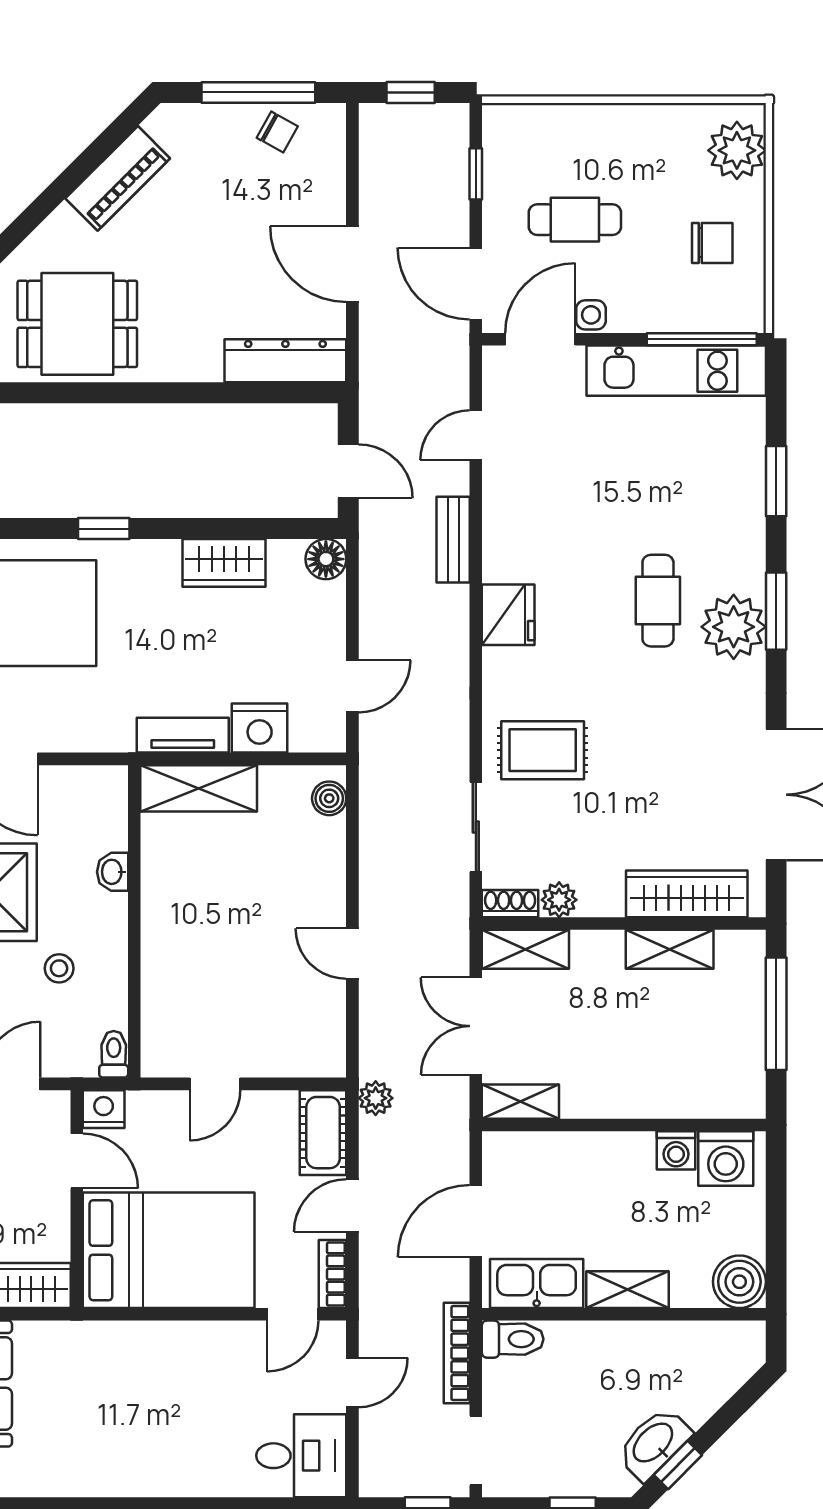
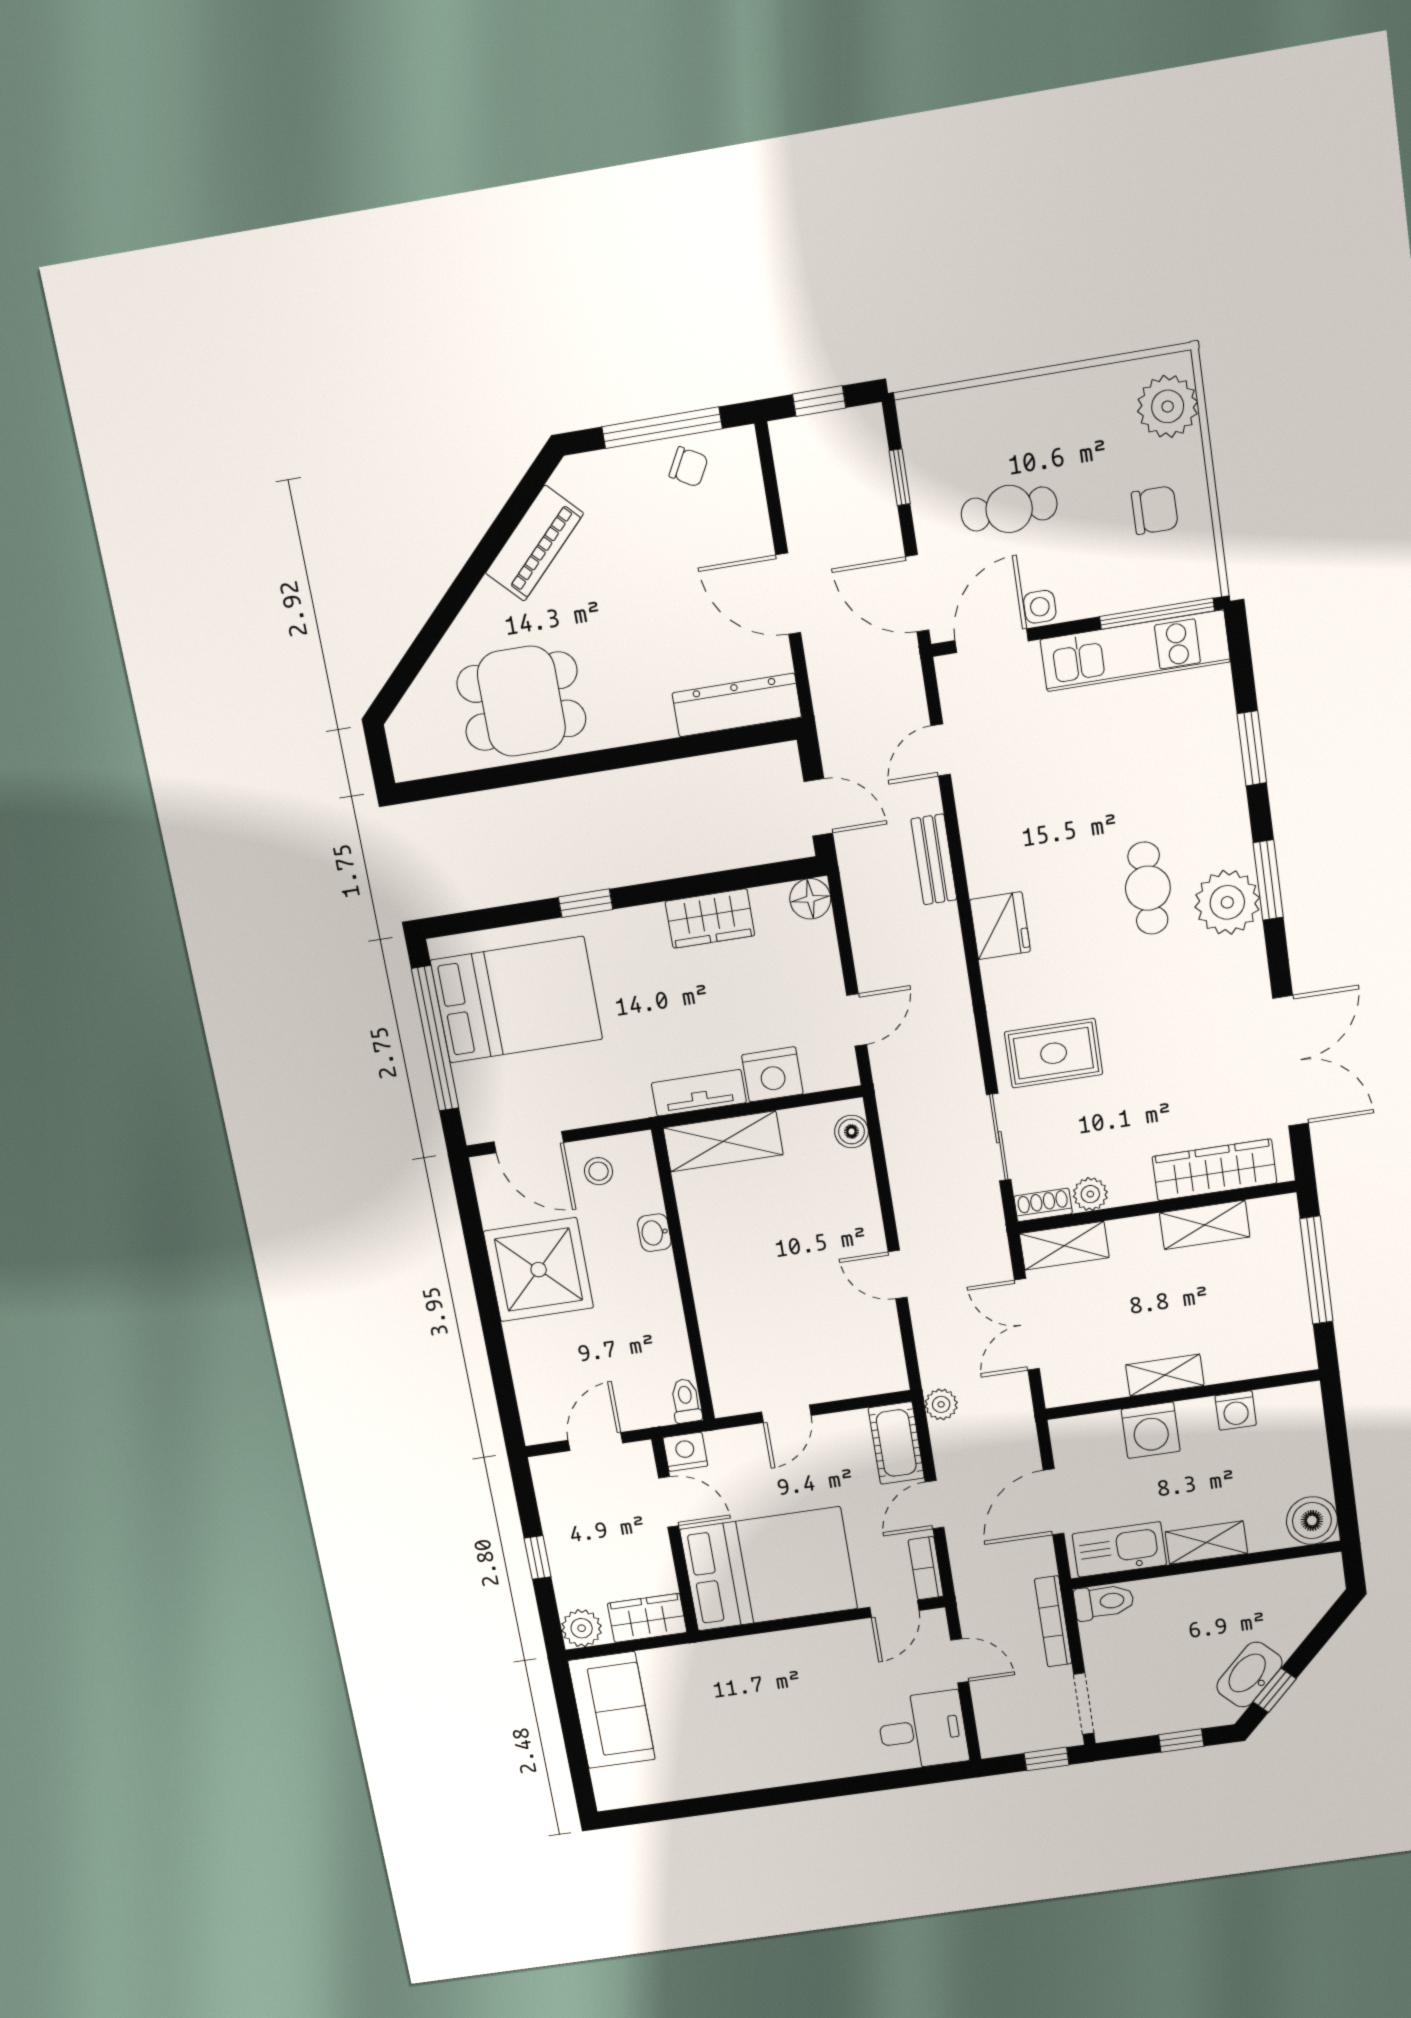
stool: (59, 968) -> (599, 1171), moved
shelving: (520, 1102) -> (1165, 1375), moved
washing machine: (726, 1159) -> (1151, 1430), moved
door: (352, 1383) -> (960, 1661), hinge flipped

